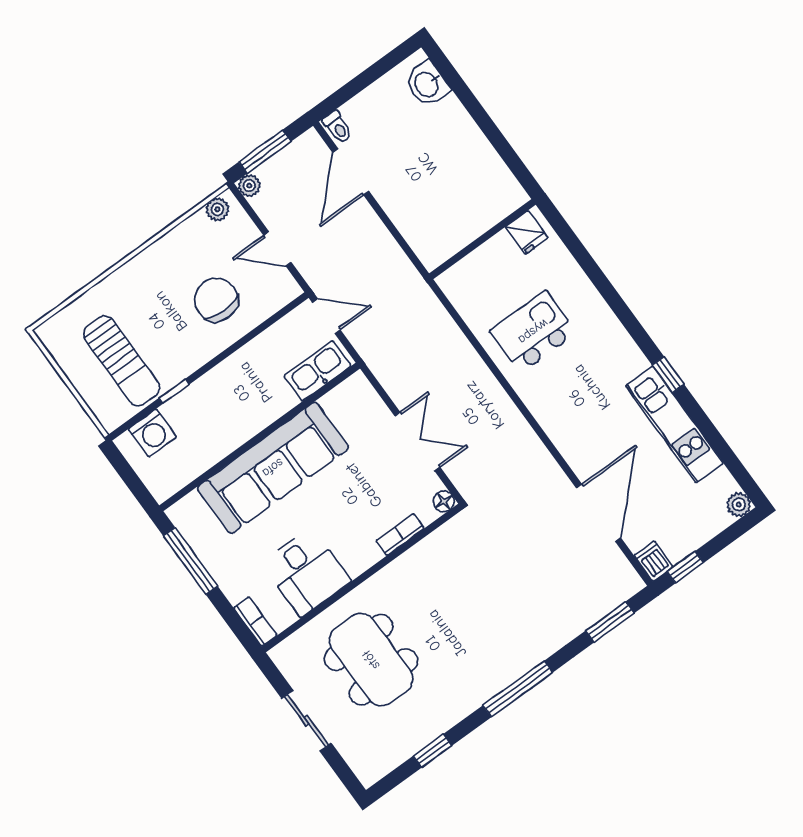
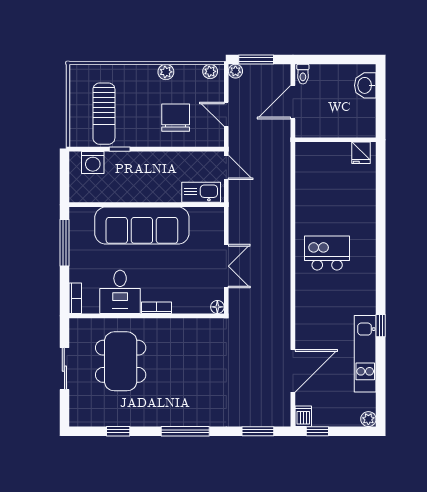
fridge: (527, 232) -> (361, 153), moved
wall: (482, 239) -> (336, 140), moved
plant: (162, 251) -> (166, 72), added
bookcase: (400, 535) -> (157, 308), moved

